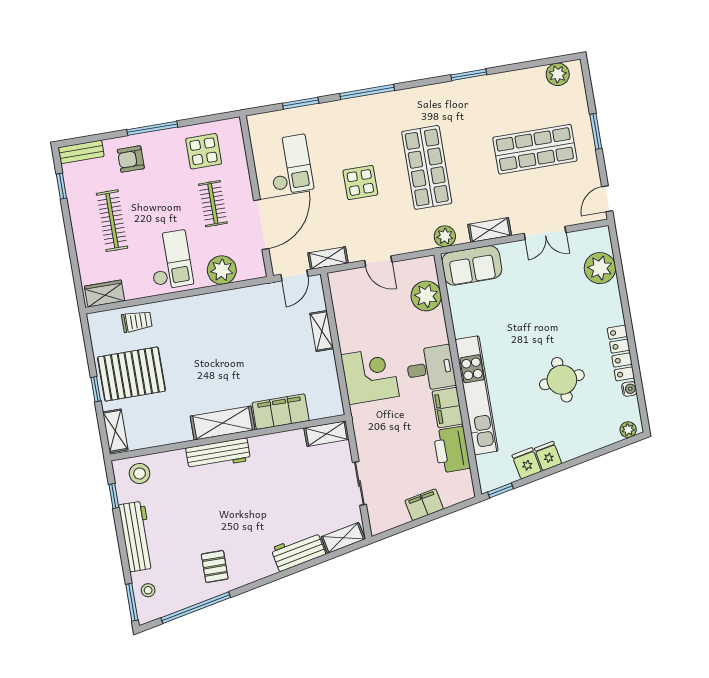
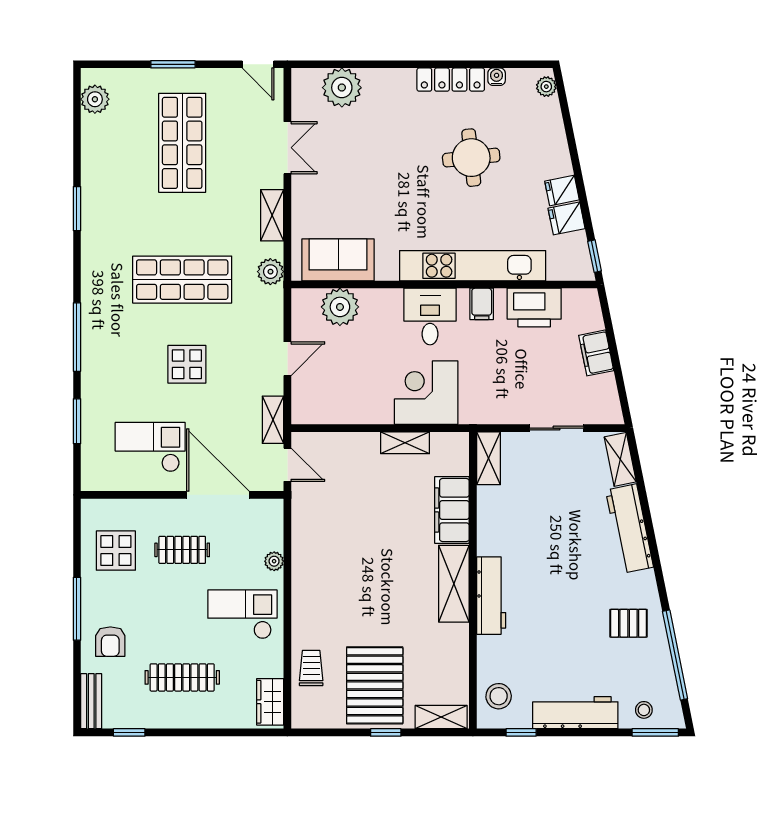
sofa: (472, 265) -> (338, 260), moved, turned -90
plant: (222, 270) -> (274, 561), width x0.53, depth x0.53
shelving: (322, 331) -> (405, 443), moved
filing cabinet: (448, 408) -> (482, 304), width x0.50
workbench: (298, 551) -> (629, 529), width x1.38

